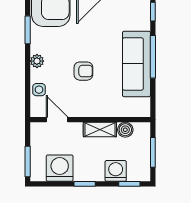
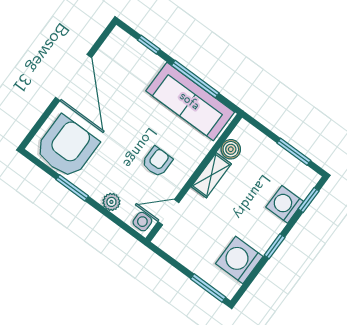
door: (57, 120) -> (168, 212), moved
wall: (90, 120) -> (194, 178), moved
shelving: (100, 130) -> (211, 175), moved
boiler: (125, 130) -> (231, 149), moved

